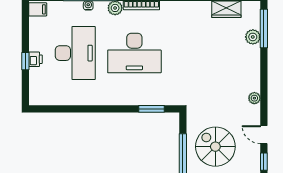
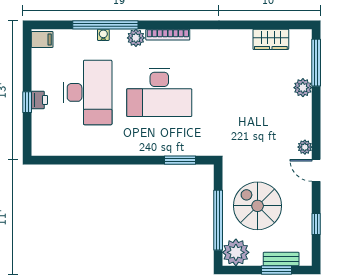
plant: (253, 37) -> (303, 88), moved
door: (264, 135) -> (316, 170), moved

